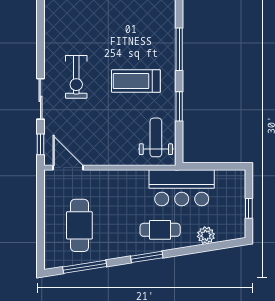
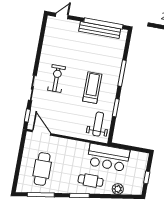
exercise bike: (76, 77) -> (57, 79), turned 180
treadmill: (136, 81) -> (92, 88), turned 90

